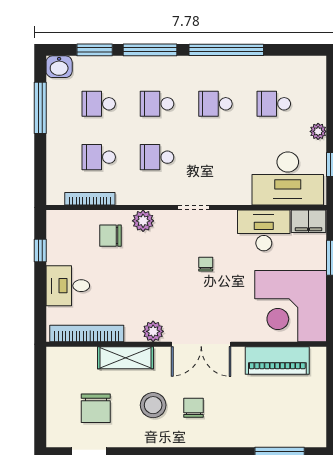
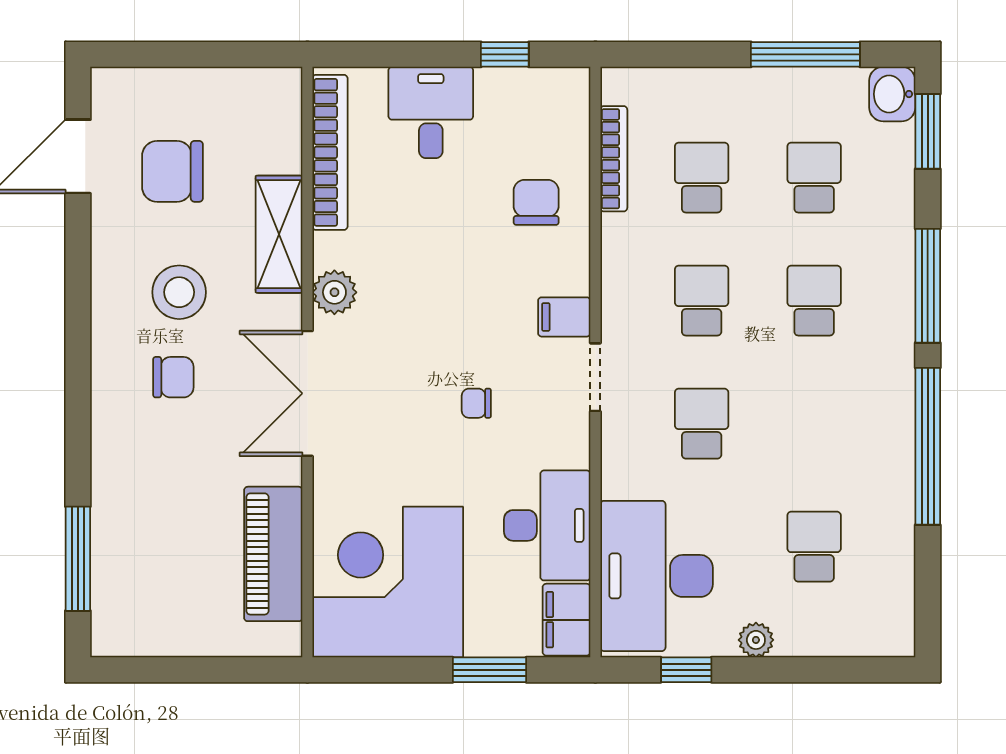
window: (95, 50) -> (928, 131), moved
school desk: (215, 104) -> (702, 424), moved
plant: (143, 221) -> (568, 271), removed
filing cabinet: (165, 222) -> (564, 317), added
chair: (206, 264) -> (476, 403), turned 180

